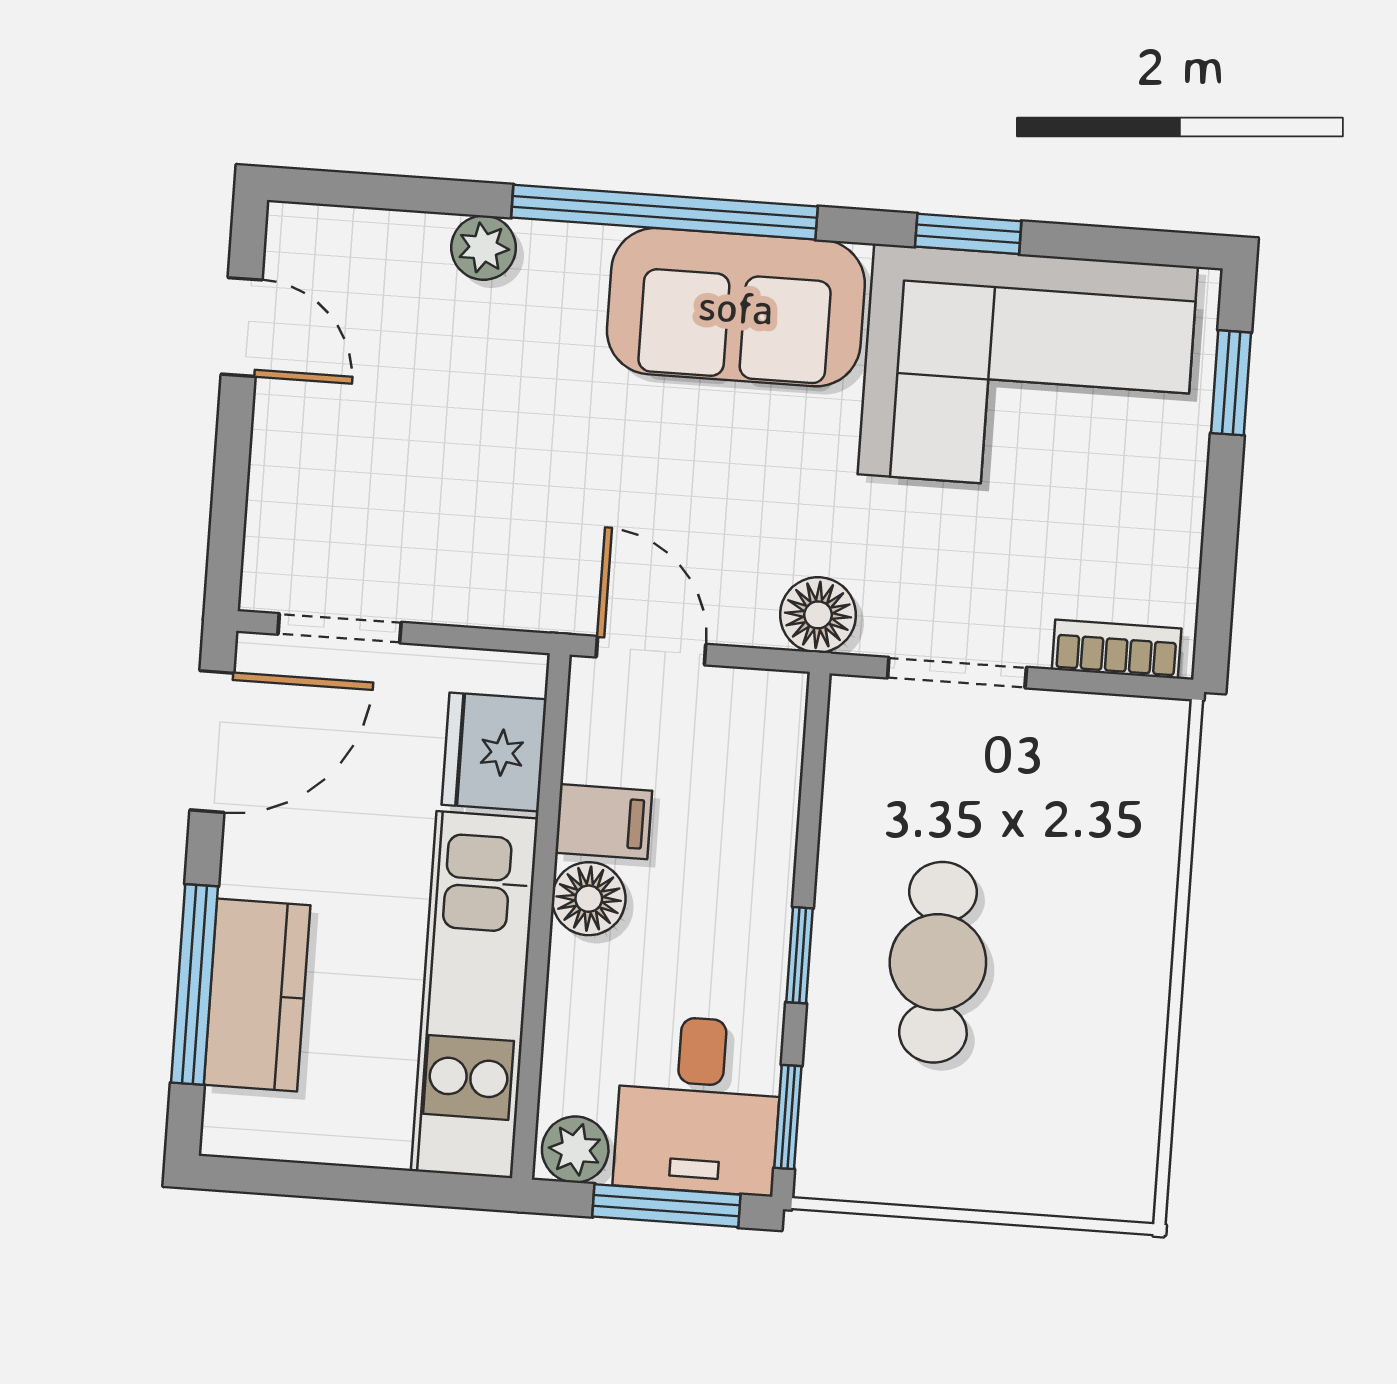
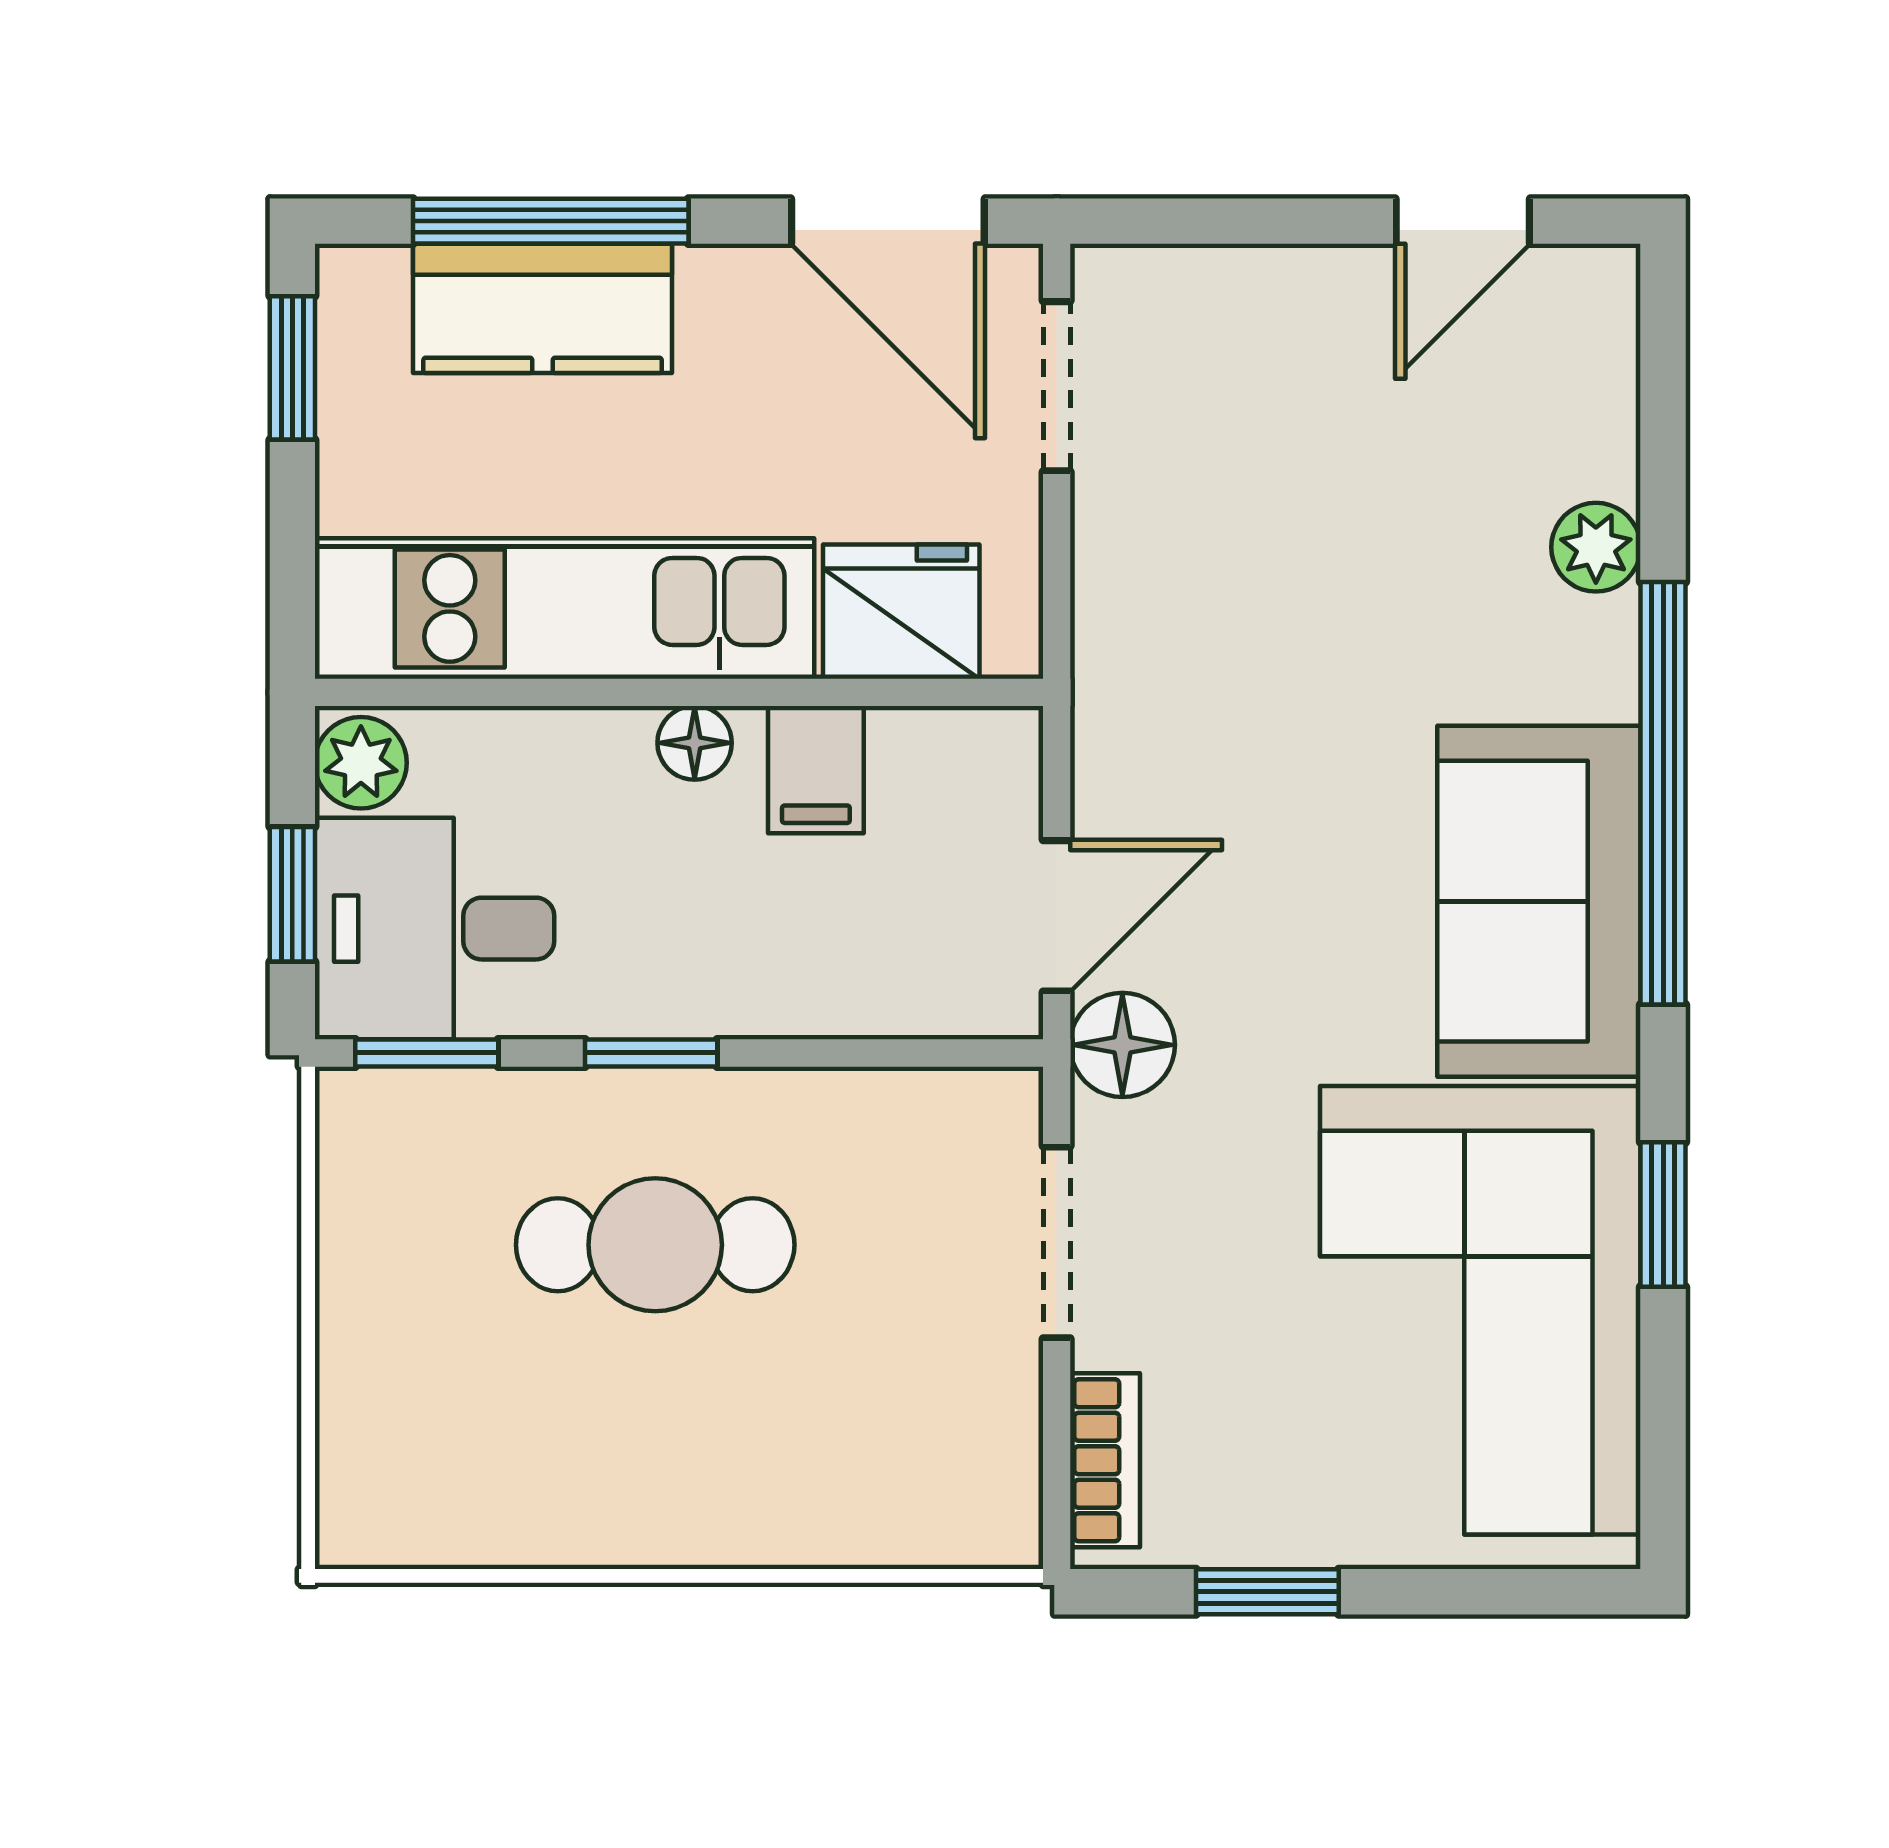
window: (1231, 383) -> (1267, 1592), moved
door: (651, 651) -> (1057, 916), moved
floor lamp: (589, 899) -> (695, 743), width x0.73, depth x0.73
window: (287, 1178) -> (292, 368), added
window: (666, 1206) -> (292, 894), width x0.67

